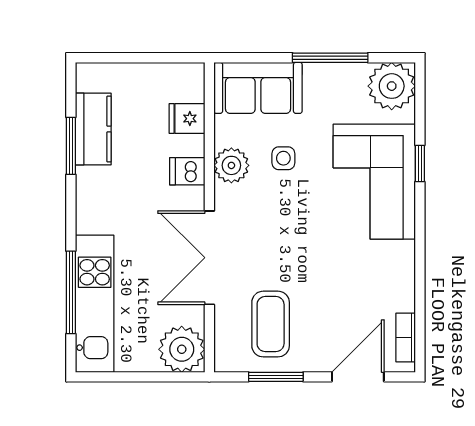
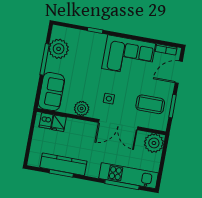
plant: (392, 86) -> (59, 49), moved
kitchen counter: (93, 129) -> (63, 164), width x1.50
side table: (283, 158) -> (109, 99), moved
dishwasher: (187, 171) -> (46, 121), moved
corner sofa: (374, 182) -> (129, 56), moved
door: (358, 377) -> (179, 72), hinge flipped

